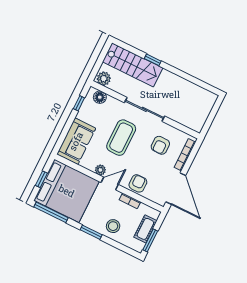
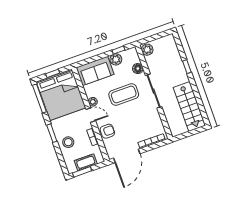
stairs: (133, 65) -> (189, 106), moved
floor lamp: (100, 97) -> (138, 69), moved
plant: (85, 114) -> (116, 59), added
armchair: (160, 145) -> (142, 121), removed

